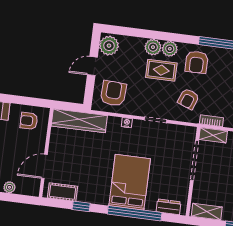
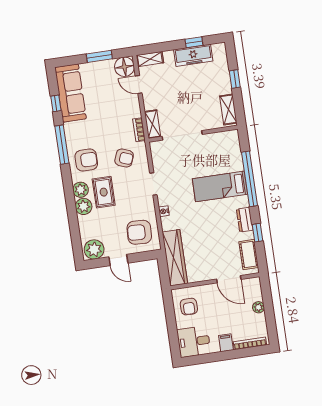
bed: (130, 182) -> (220, 186), width x0.67
dresser: (169, 207) -> (245, 220), moved

